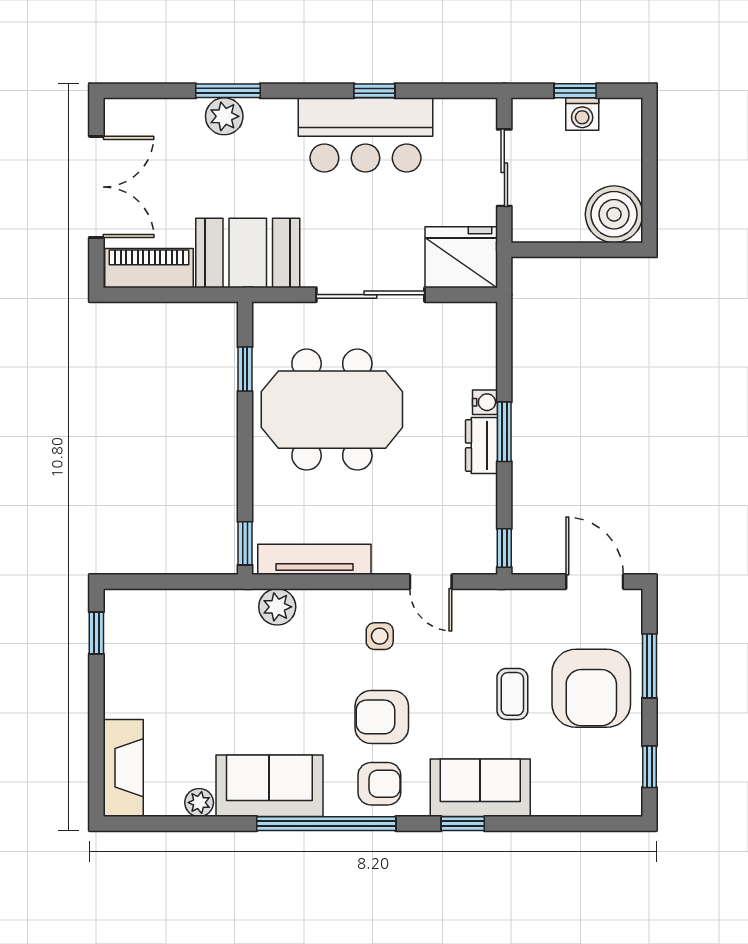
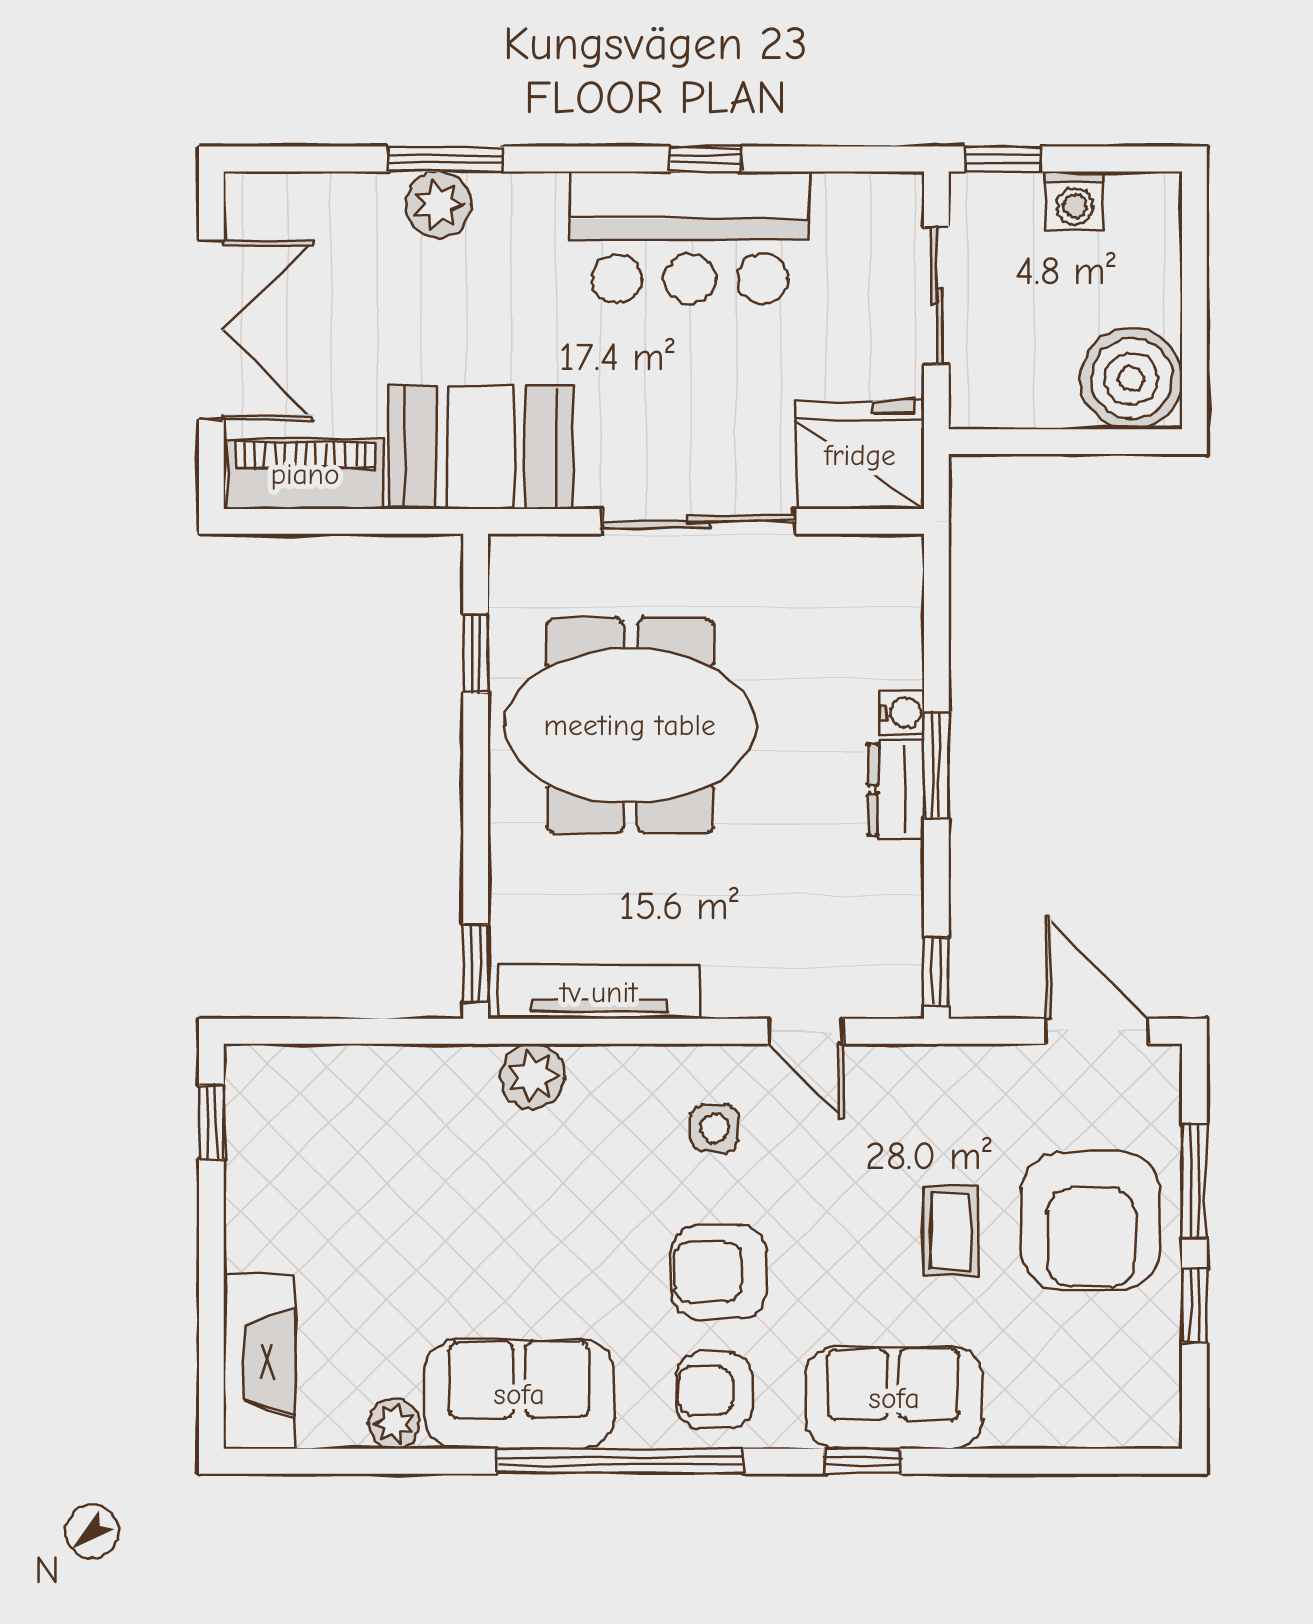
window: (575, 91) -> (1003, 159), moved
window: (649, 767) -> (1194, 1305), moved
armchair: (379, 784) -> (714, 1390), turned 180

